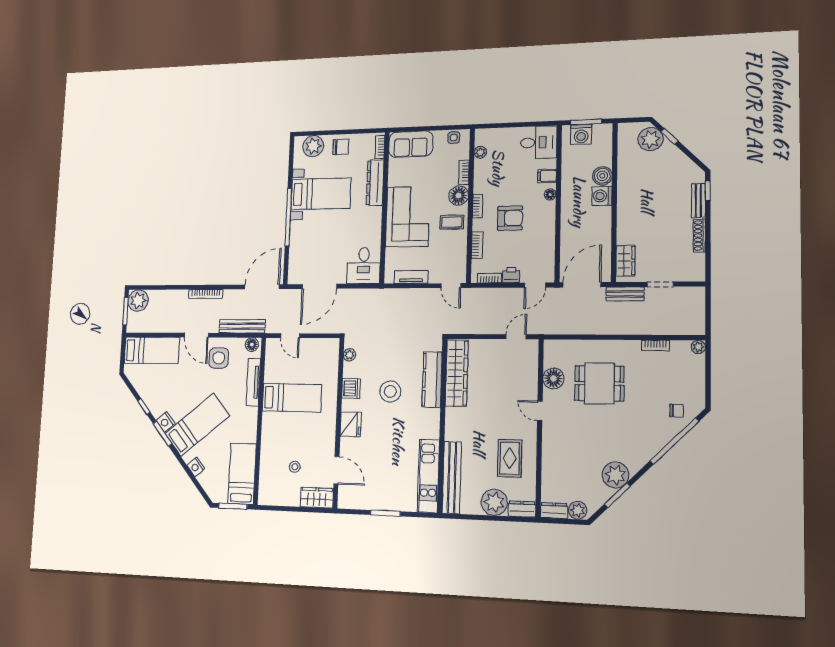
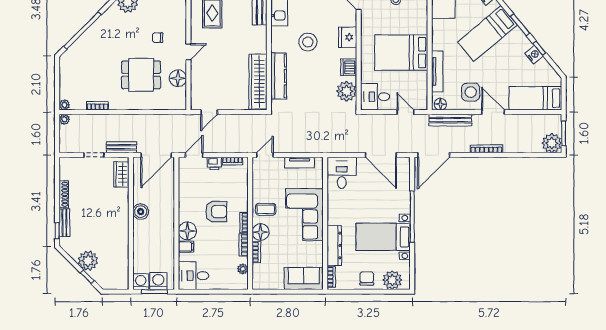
side table: (454, 138) -> (266, 283), removed
plant: (651, 139) -> (88, 261), moved
chair: (341, 147) -> (367, 278), turned 90
boiler: (602, 176) -> (141, 212), moved
floor lamp: (550, 195) -> (187, 231), width x1.89, depth x1.89
washing machine: (602, 196) -> (141, 282), moved, turned -90
armchair: (510, 218) -> (216, 212), turned 180
bookcase: (477, 245) -> (244, 245), moved
door: (319, 286) -> (381, 155), swing flipped
door: (451, 286) -> (265, 155), hinge flipped
plant: (698, 329) -> (64, 119), added
desk: (323, 354) -> (375, 97), added
plant: (349, 355) -> (347, 91), width x1.88, depth x1.88
stool: (390, 392) -> (308, 42), moved
bed: (292, 398) -> (401, 53), width x1.50
door: (540, 411) -> (188, 52), hinge flipped
chair: (677, 411) -> (158, 38), moved
nightstand: (165, 422) -> (534, 55), moved

